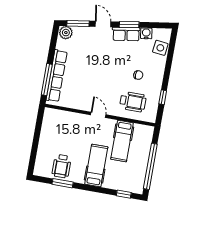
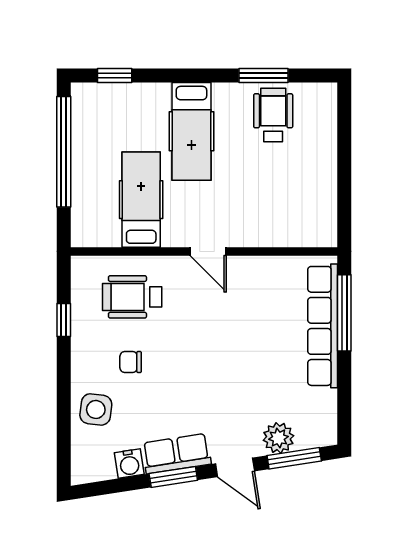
plant: (66, 33) -> (278, 438), moved
side table: (160, 48) -> (96, 409), moved

